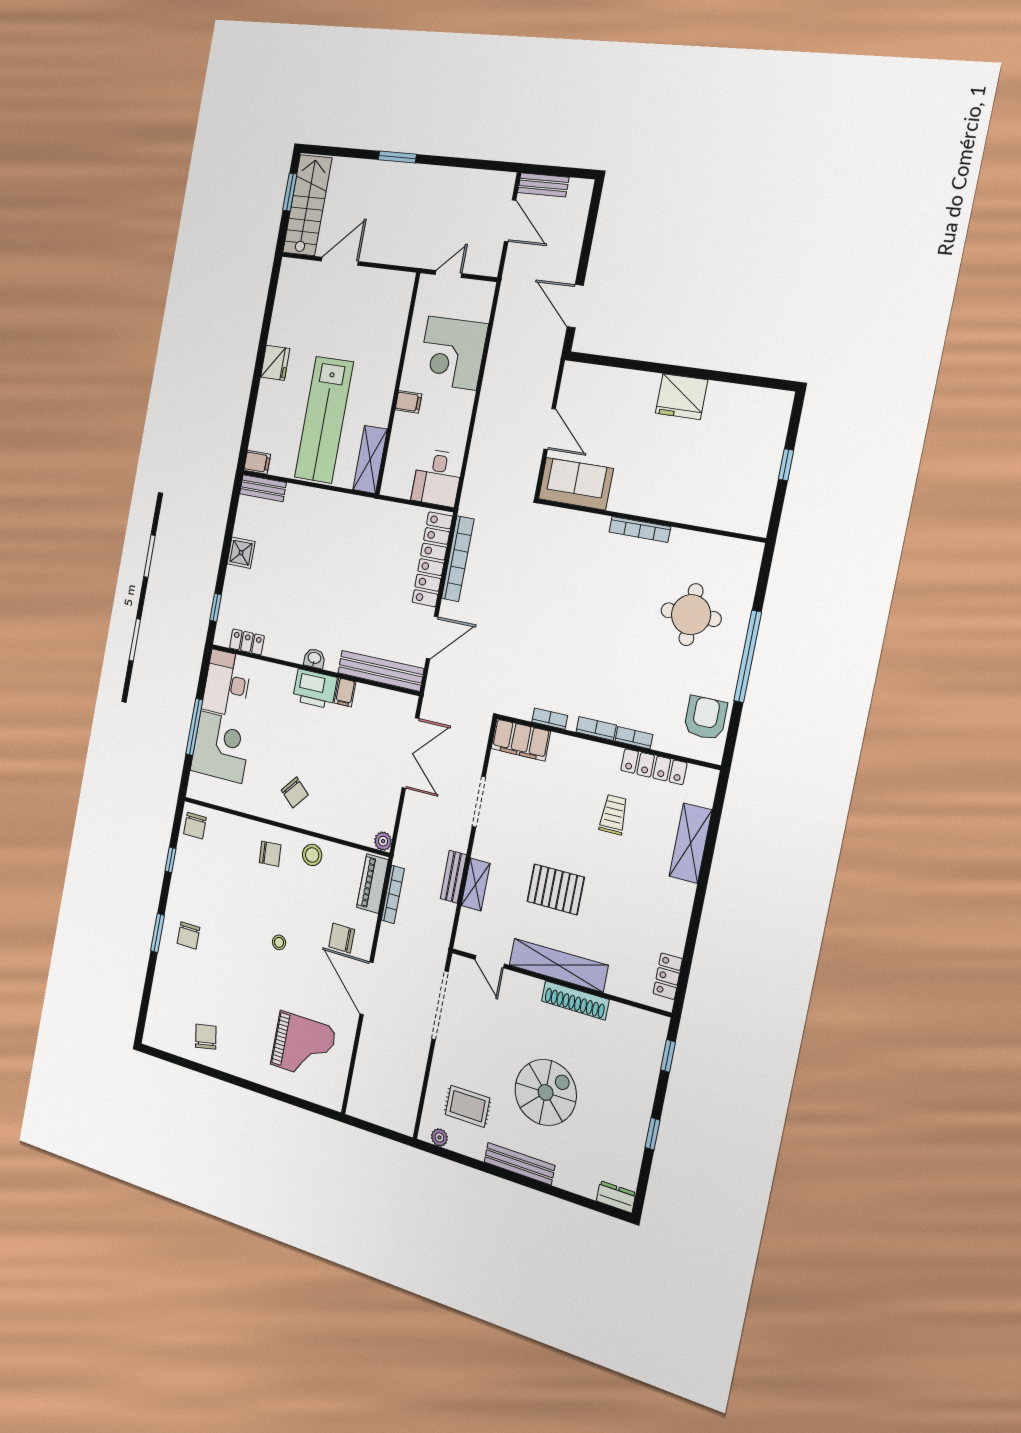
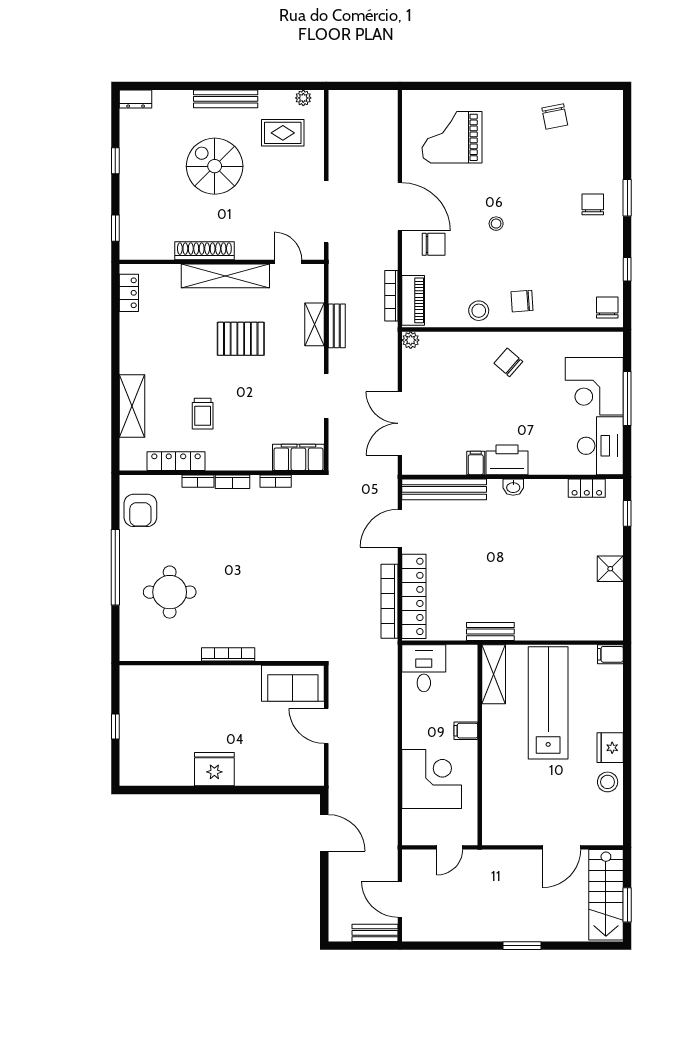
stool: (284, 327) -> (608, 782), added
bench: (263, 488) -> (490, 632), moved
spiral stairs: (546, 1092) -> (215, 166), turned 90

